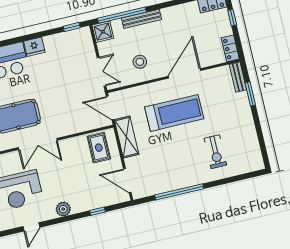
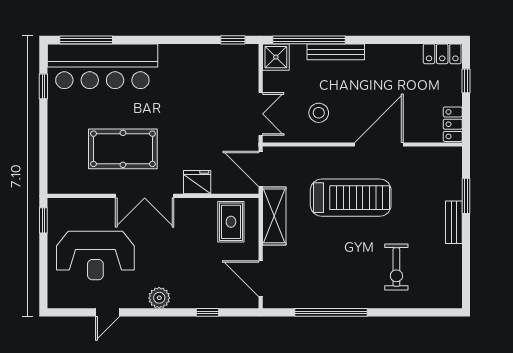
fridge: (34, 47) -> (197, 182), moved, turned 180
bench: (238, 77) -> (454, 222), moved

